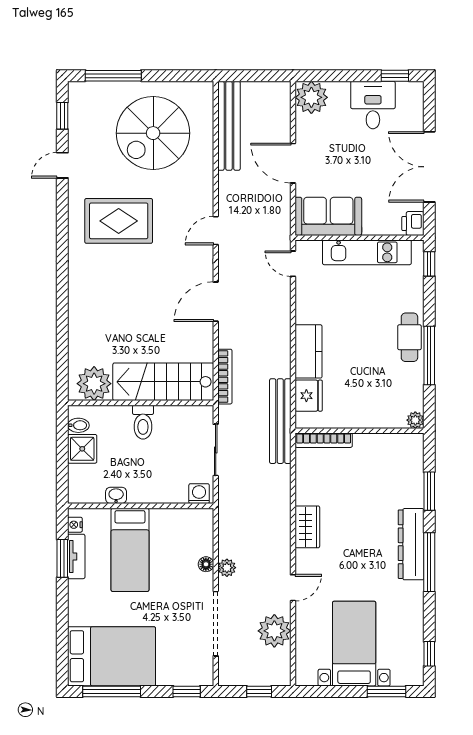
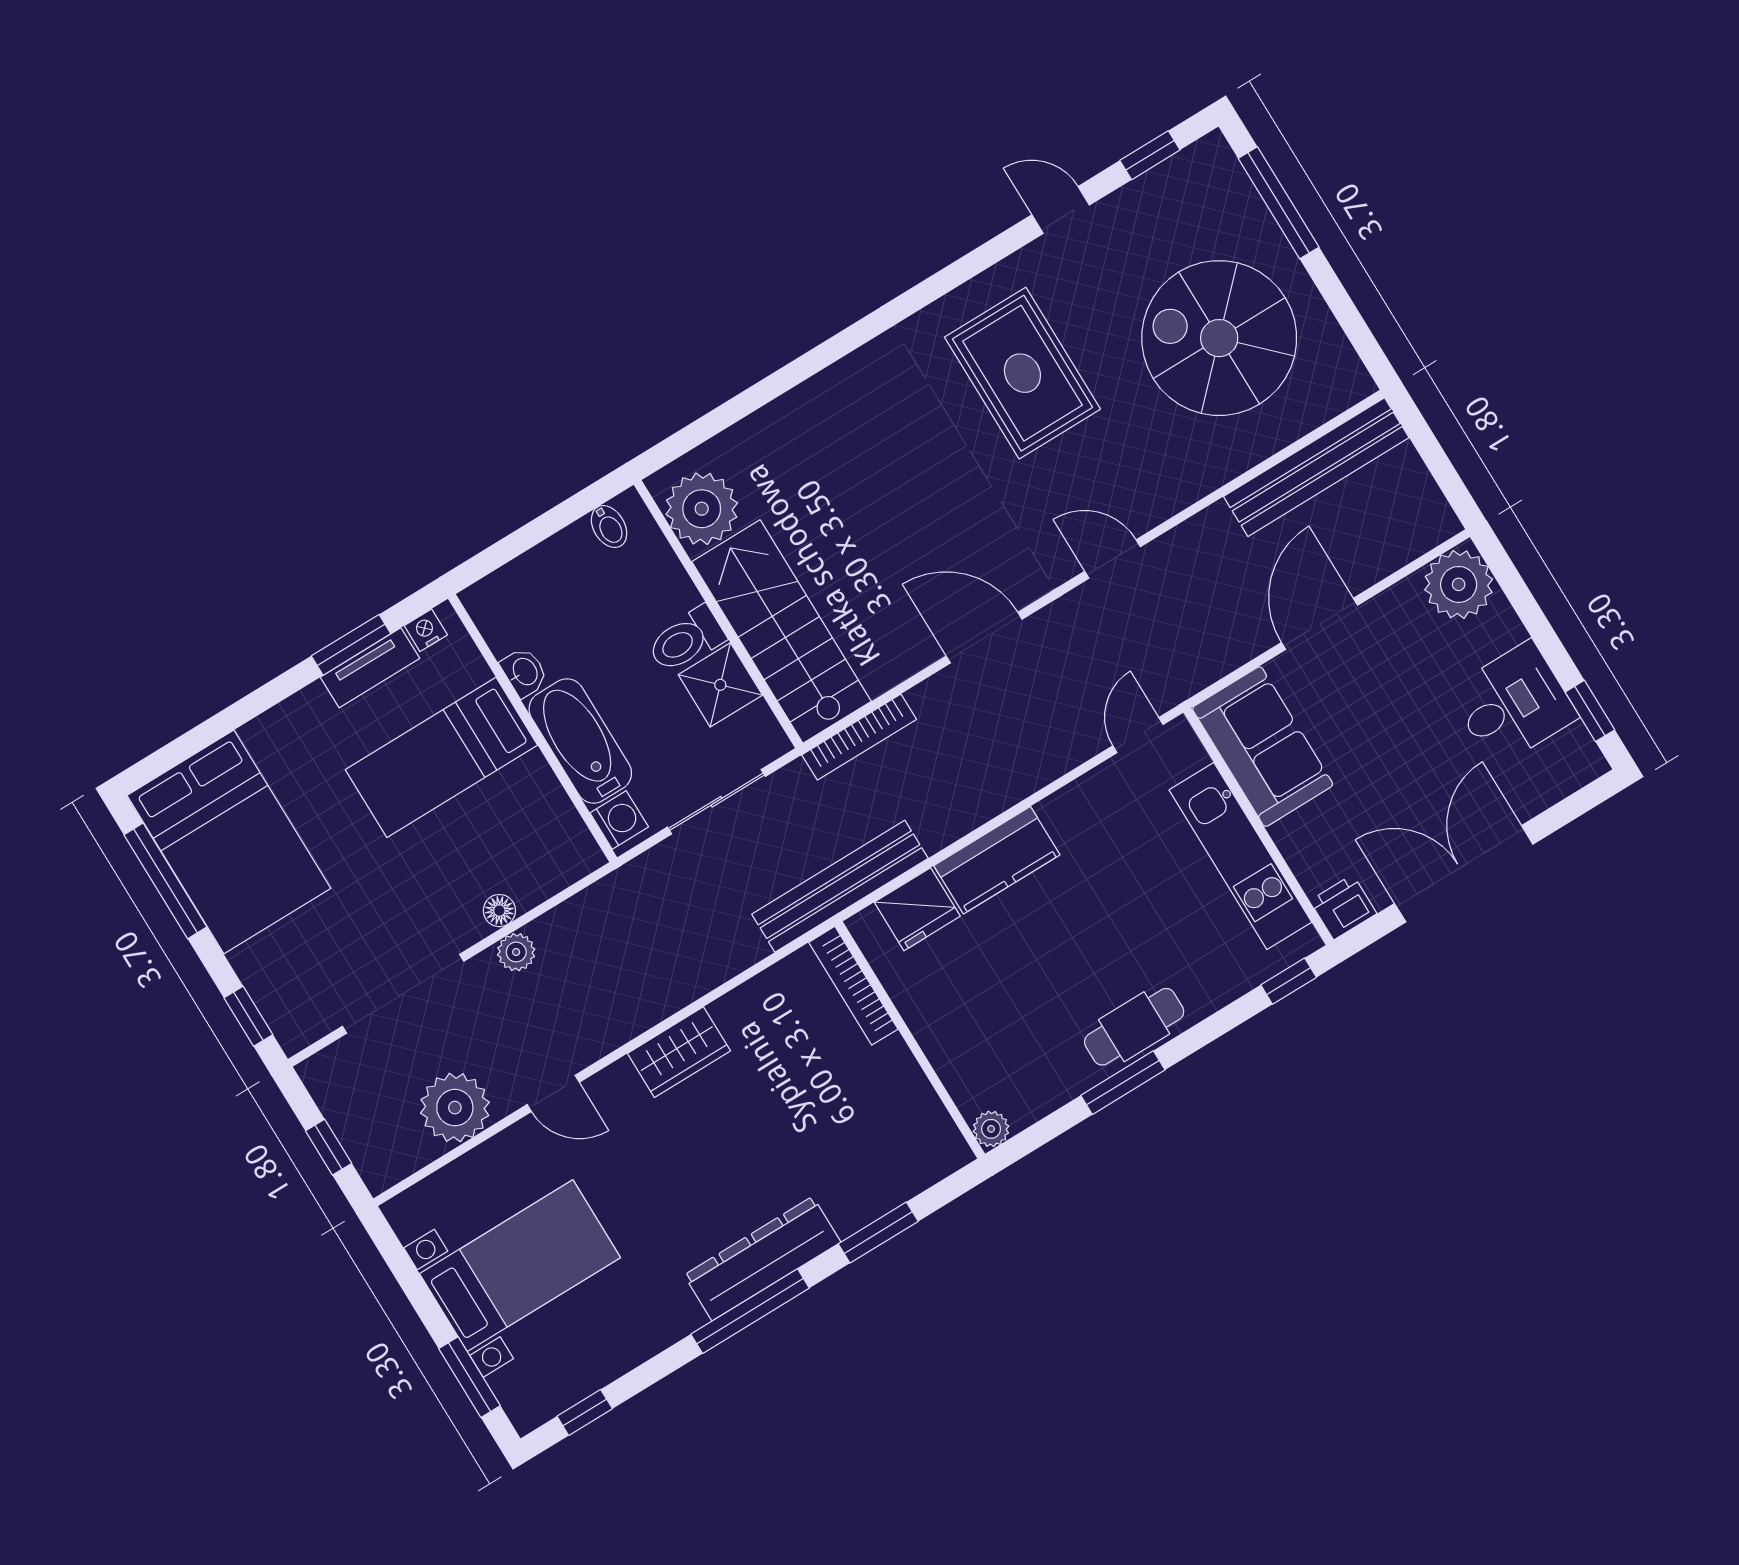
window: (429, 356) -> (1123, 1083), width x0.69
shower: (82, 449) -> (720, 685), moved
bathtub: (158, 490) -> (580, 741), added

